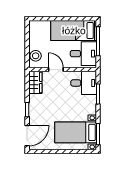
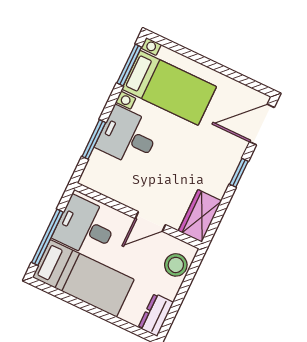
dresser: (34, 30) -> (156, 315), added
door: (56, 70) -> (150, 222), hinge flipped
desk: (84, 83) -> (128, 137), moved

